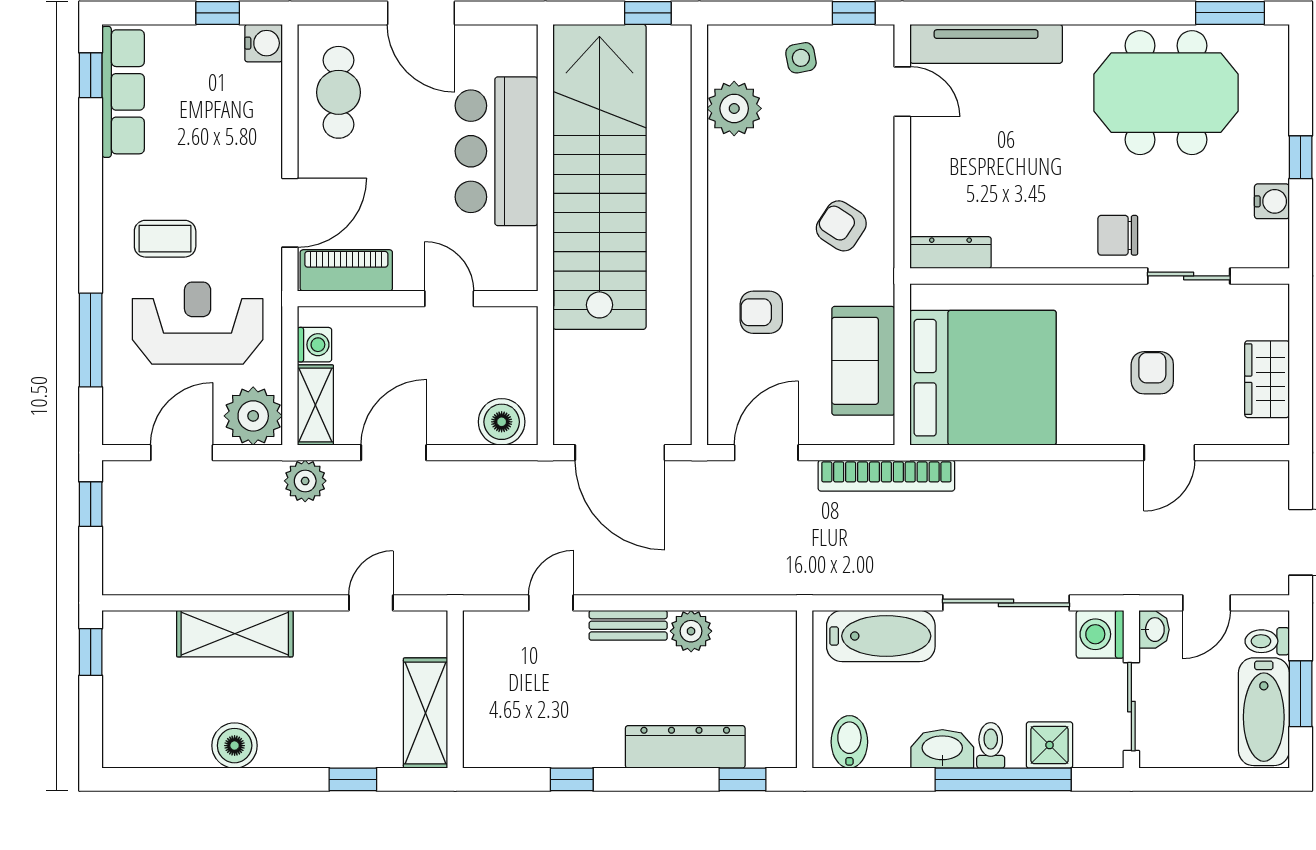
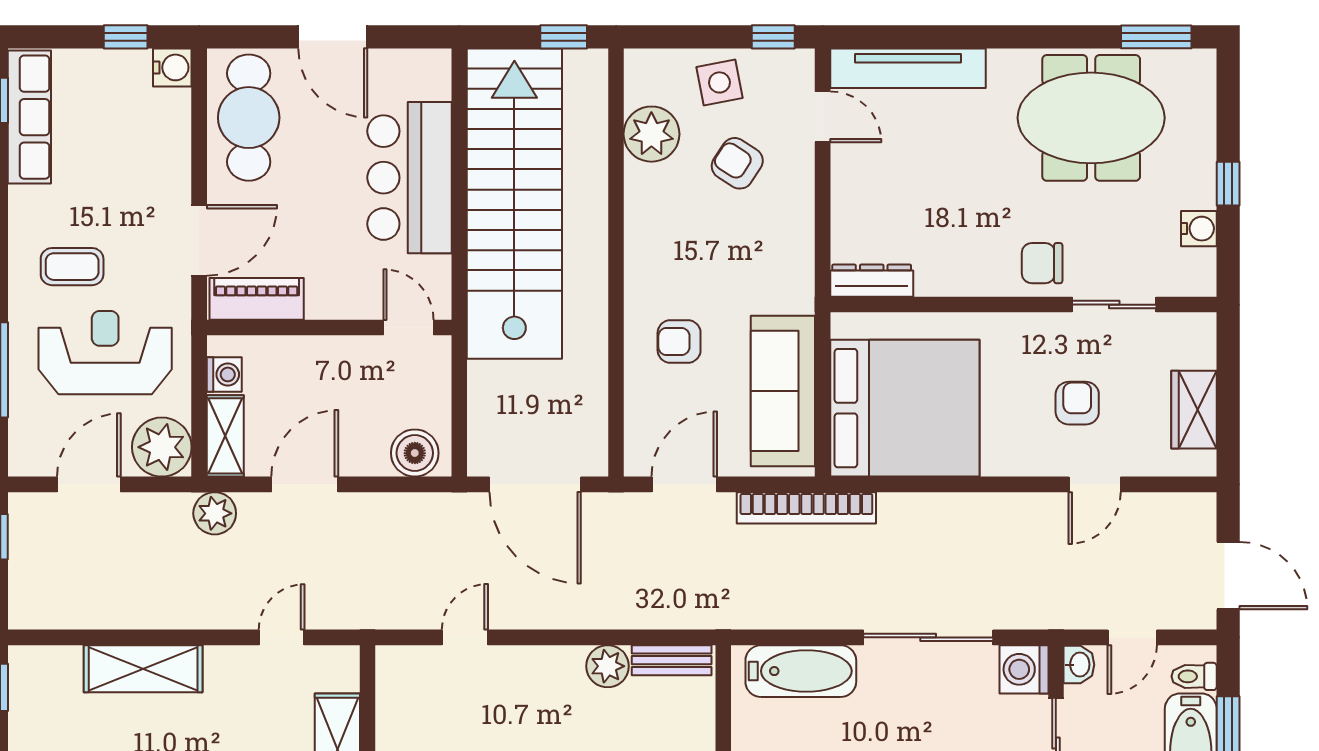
side table: (801, 58) -> (719, 82), width x1.37, depth x1.37
cafe table: (338, 92) -> (249, 118), width x1.37, depth x1.35
armchair: (841, 226) -> (737, 163), moved
door: (449, 299) -> (408, 328), moved
sofa: (863, 361) -> (783, 391), width x1.36
bench: (628, 625) -> (672, 660), moved

